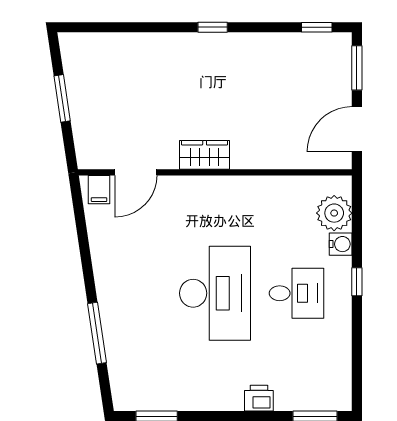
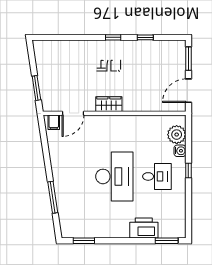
window: (317, 27) -> (145, 37), moved
window: (62, 98) -> (36, 88), moved
printer: (259, 398) -> (144, 228), width x1.87, depth x1.48

